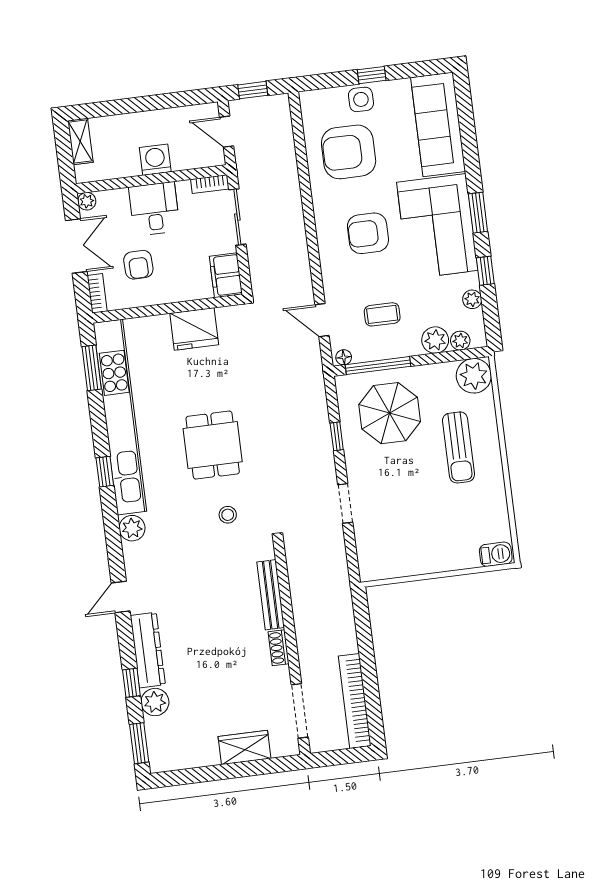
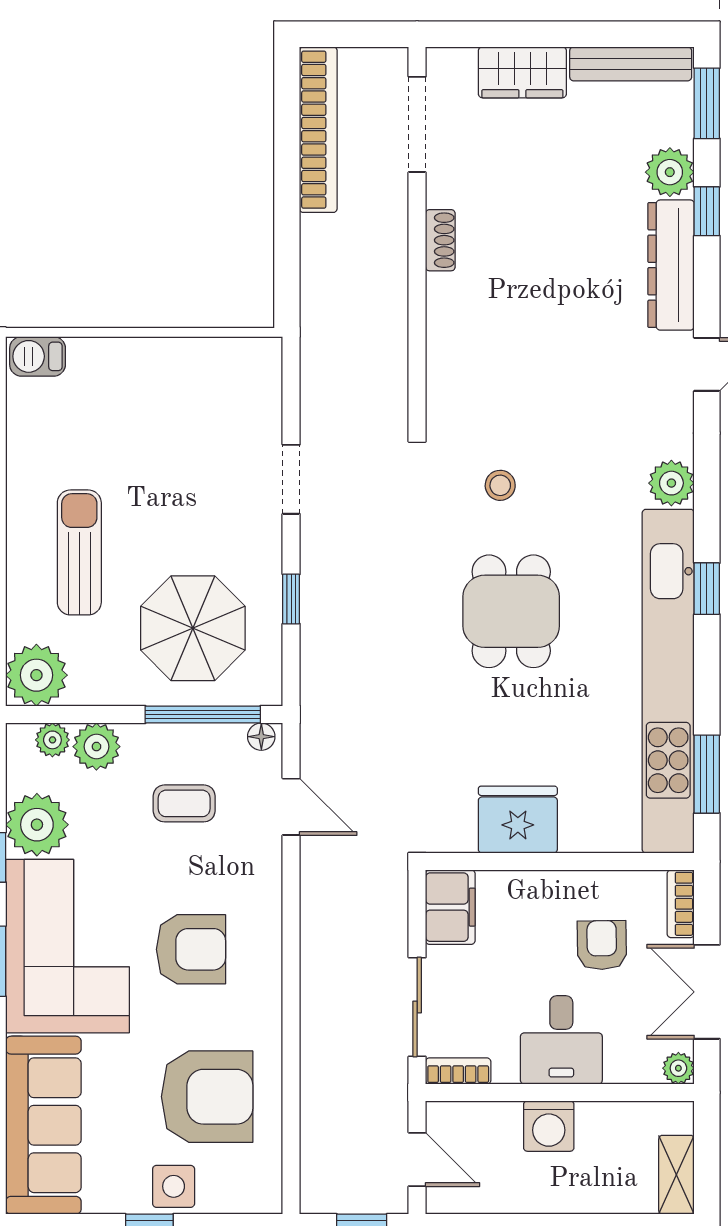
plant: (472, 299) -> (37, 825), width x1.88, depth x1.88
bench: (271, 595) -> (631, 64), moved, turned 90

